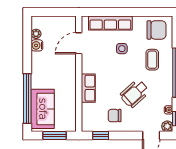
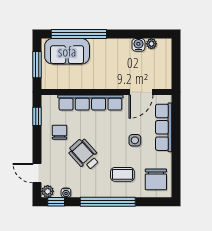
door: (79, 43) -> (141, 92), swing flipped
row of seats: (88, 88) -> (90, 103), width x2.02

